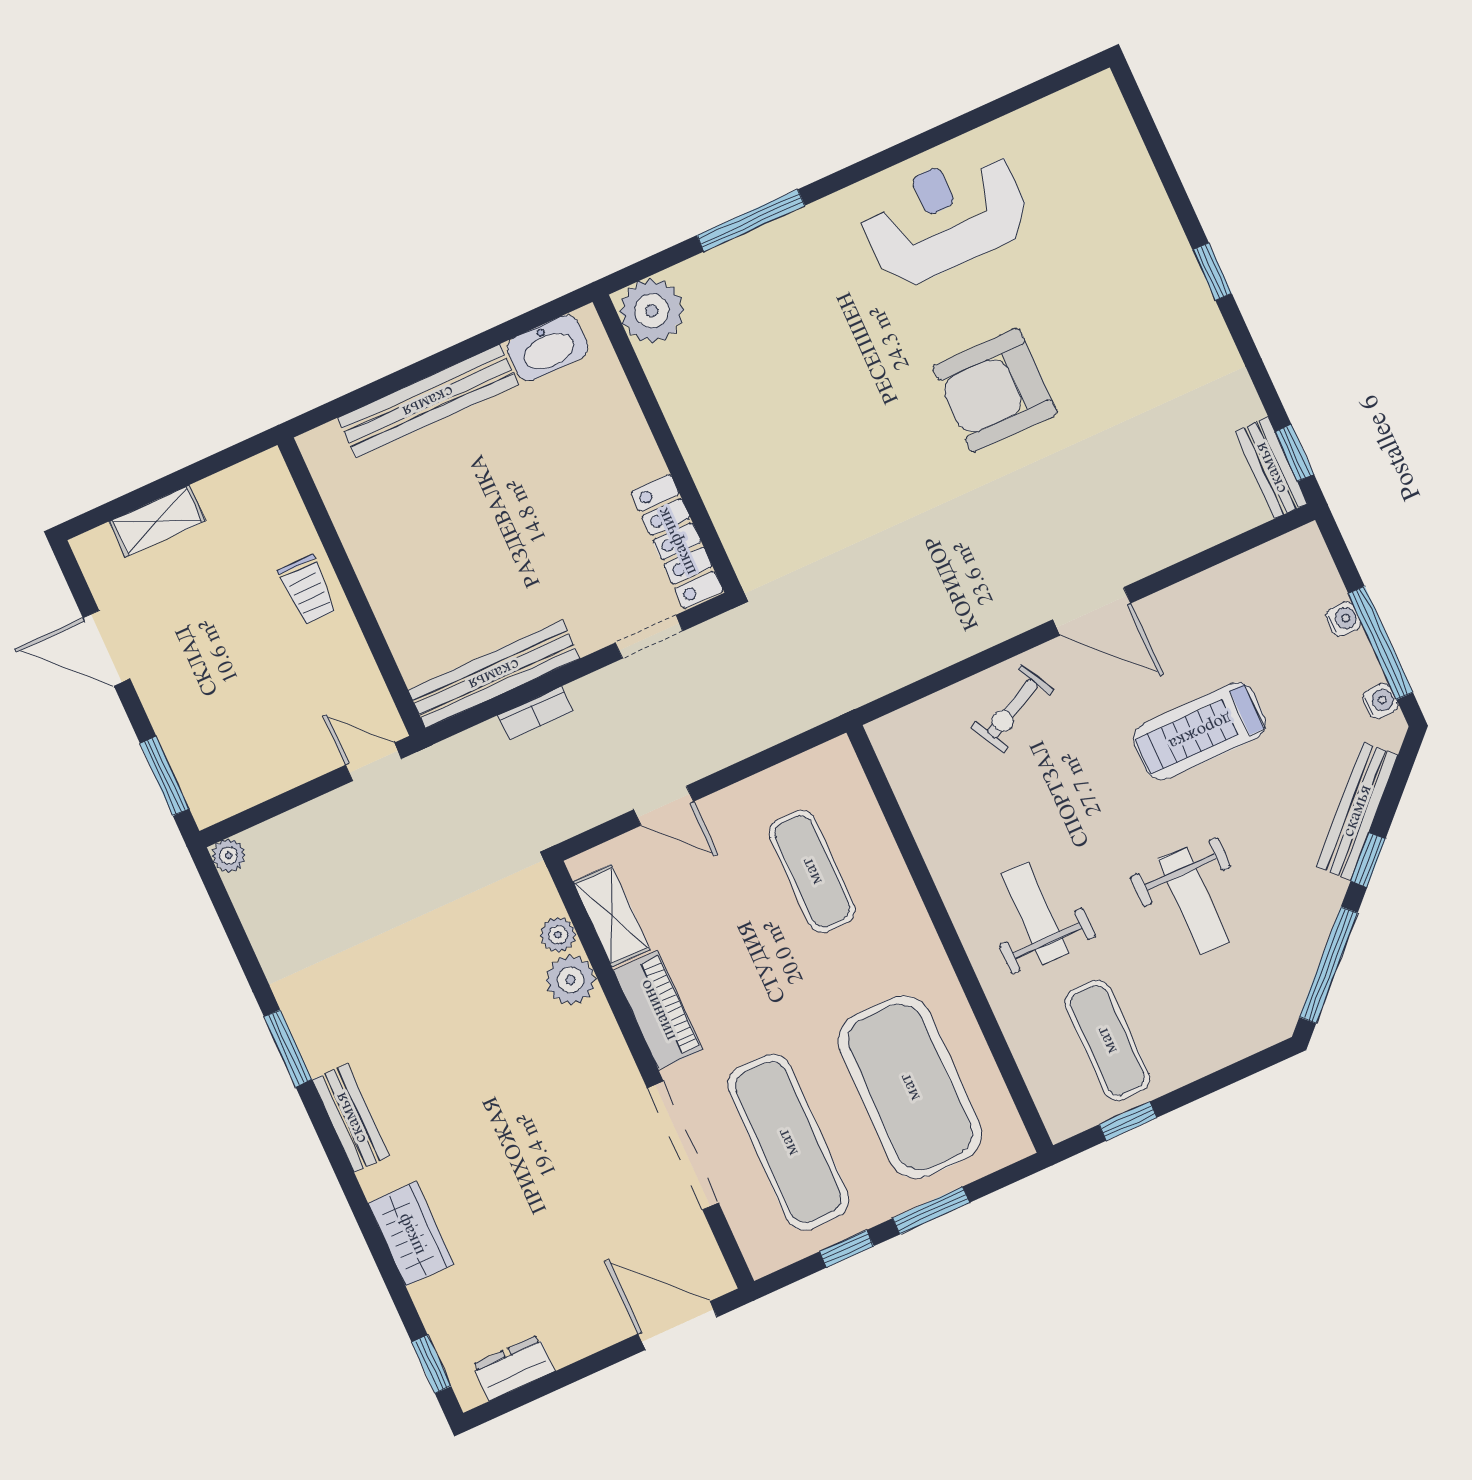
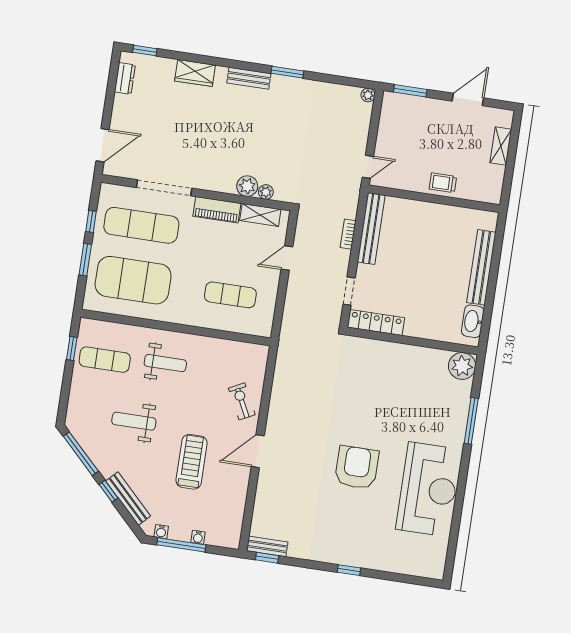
reception desk: (945, 217) -> (428, 489), width x1.36, depth x1.30

